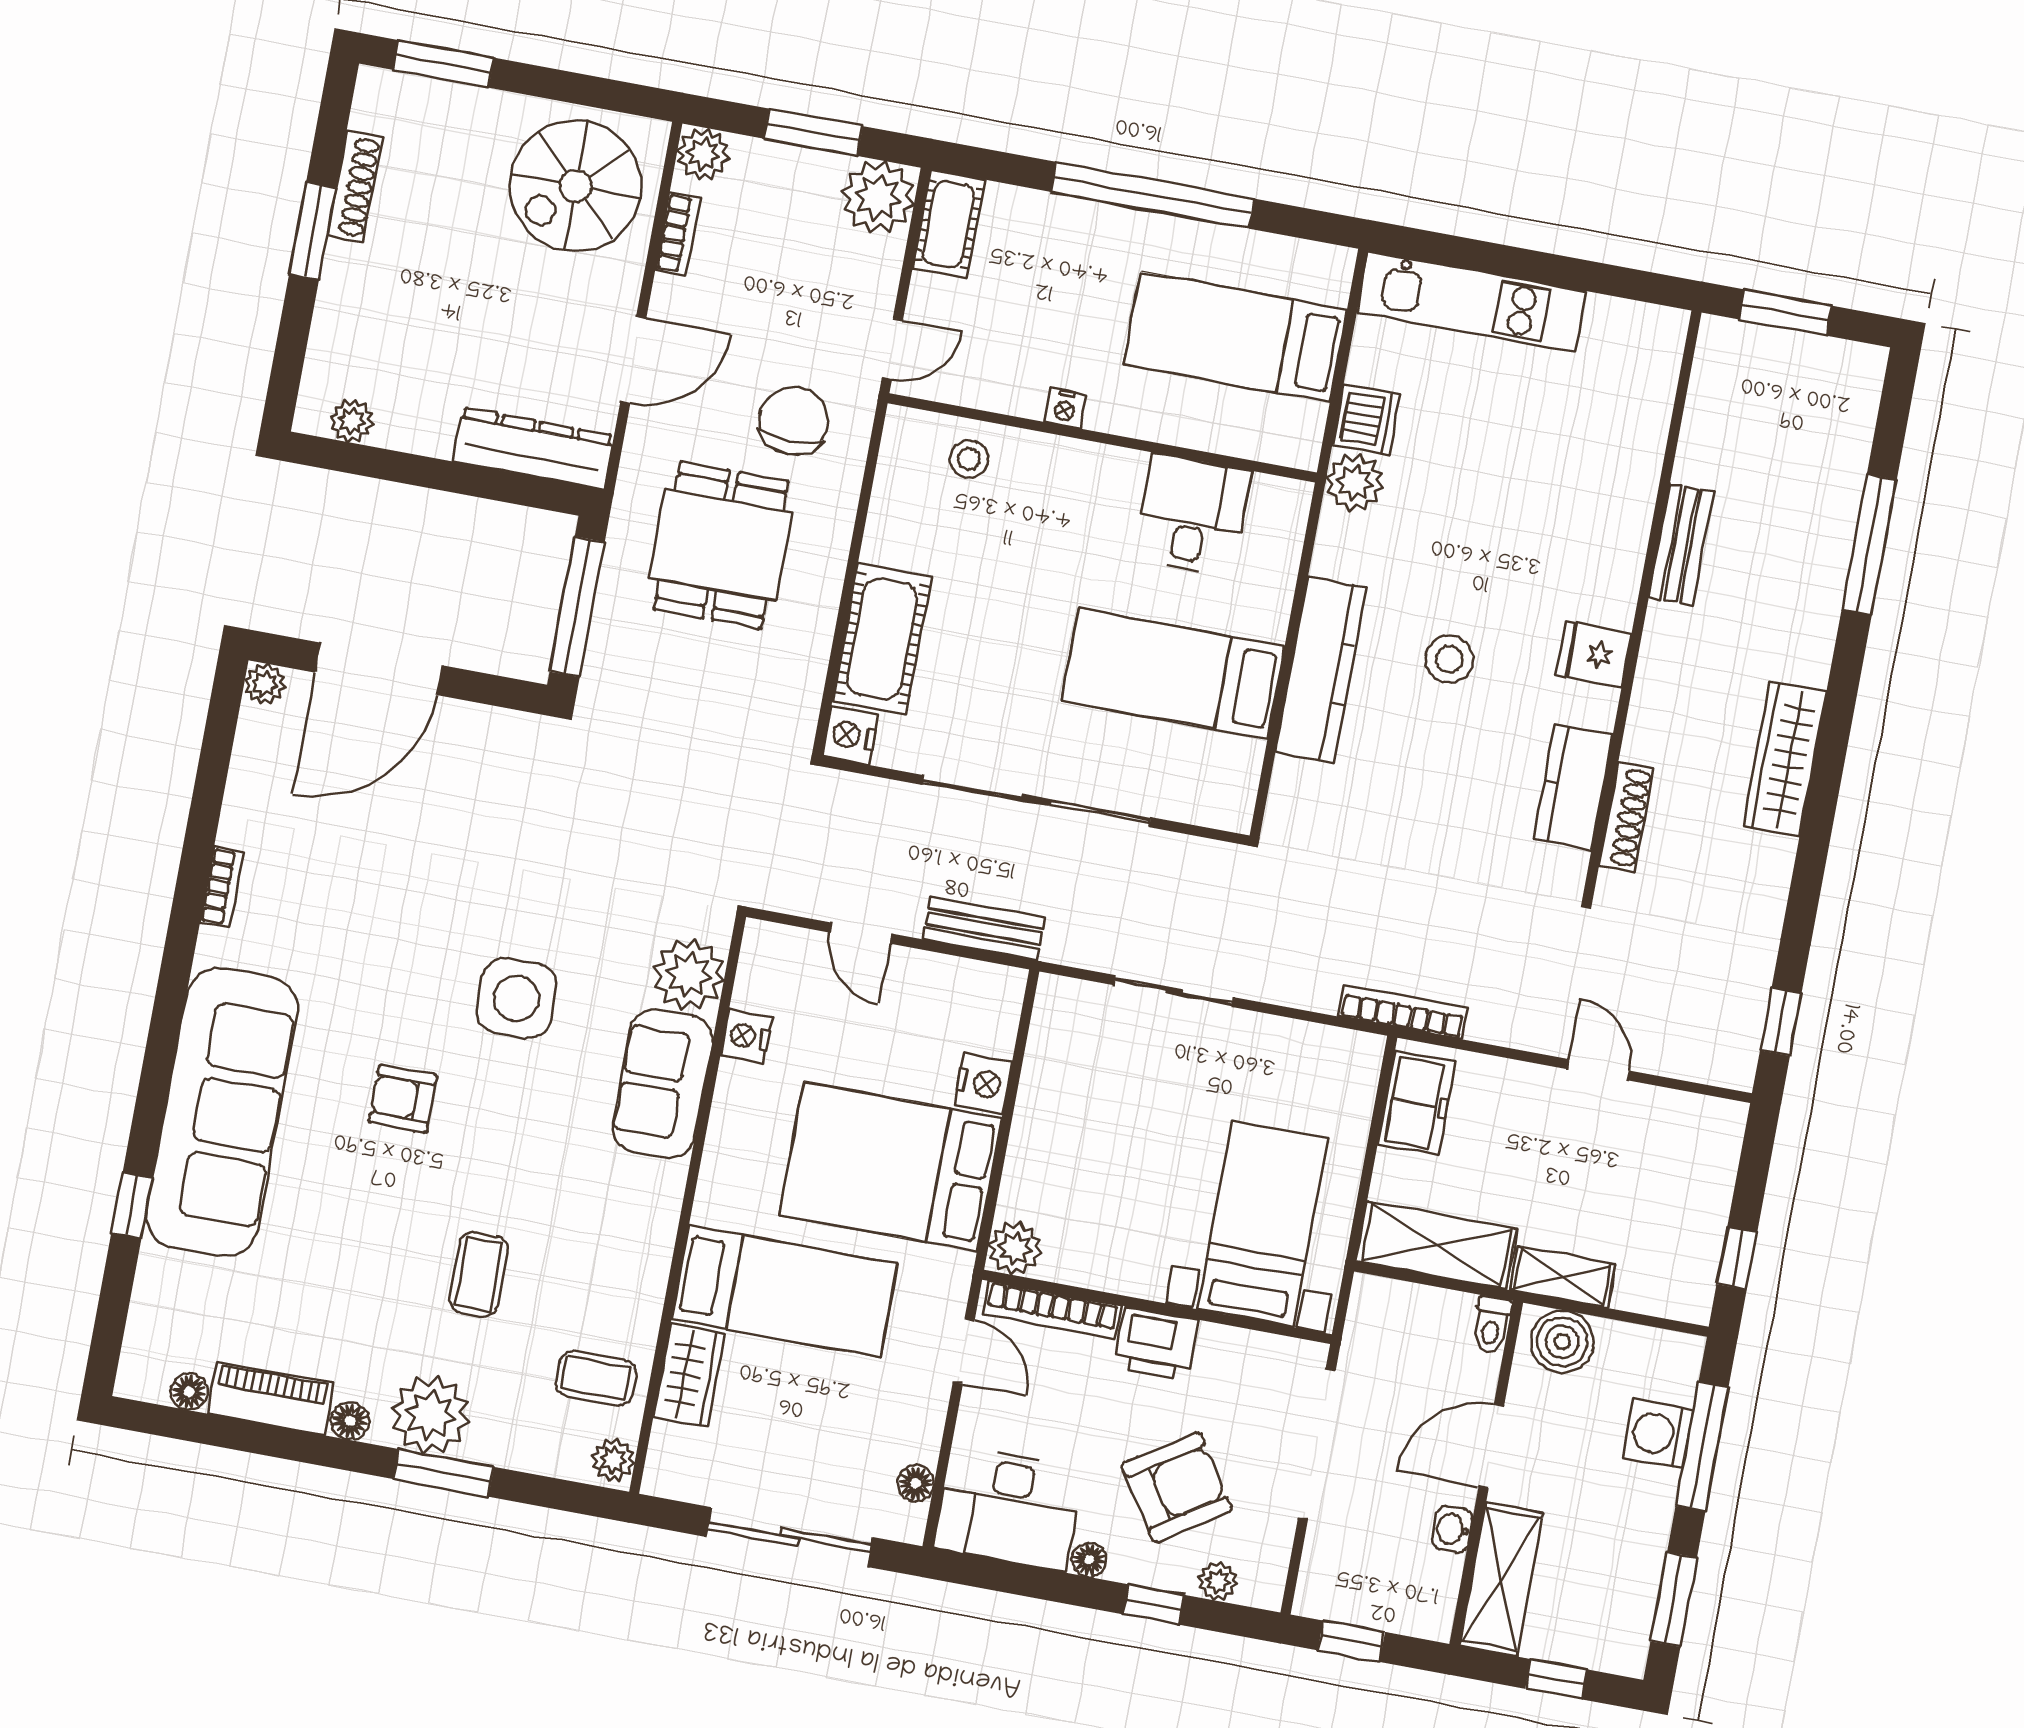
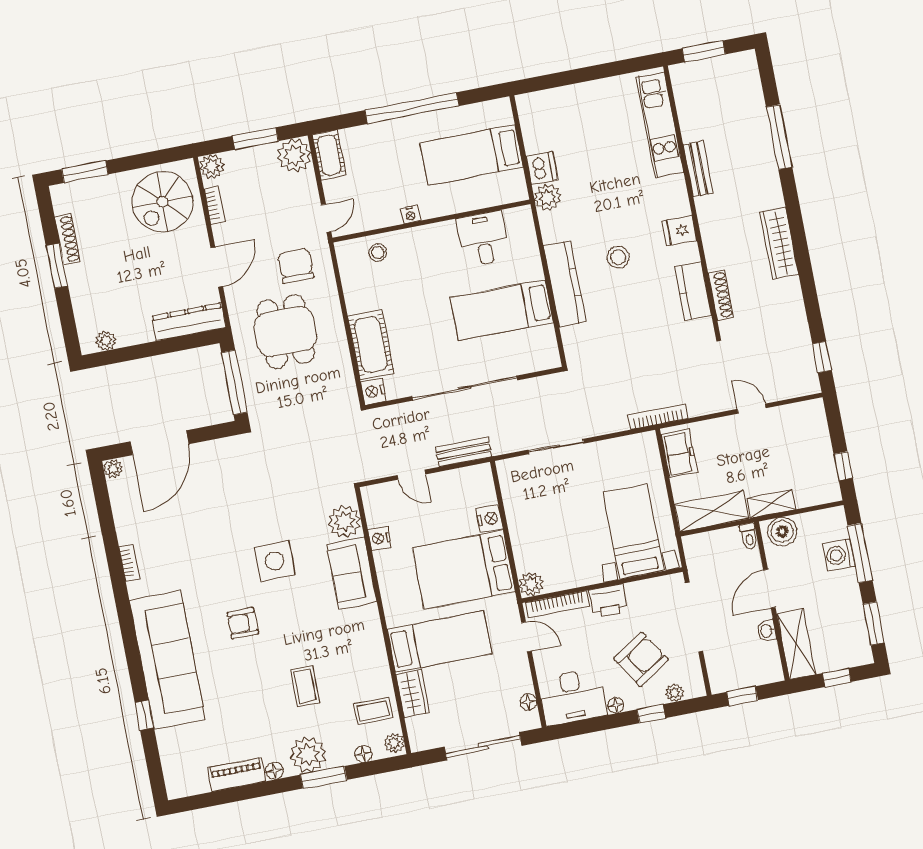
kitchen unit: (1472, 302) -> (660, 125), moved, turned 90
floor lamp: (189, 1392) -> (363, 754), moved

